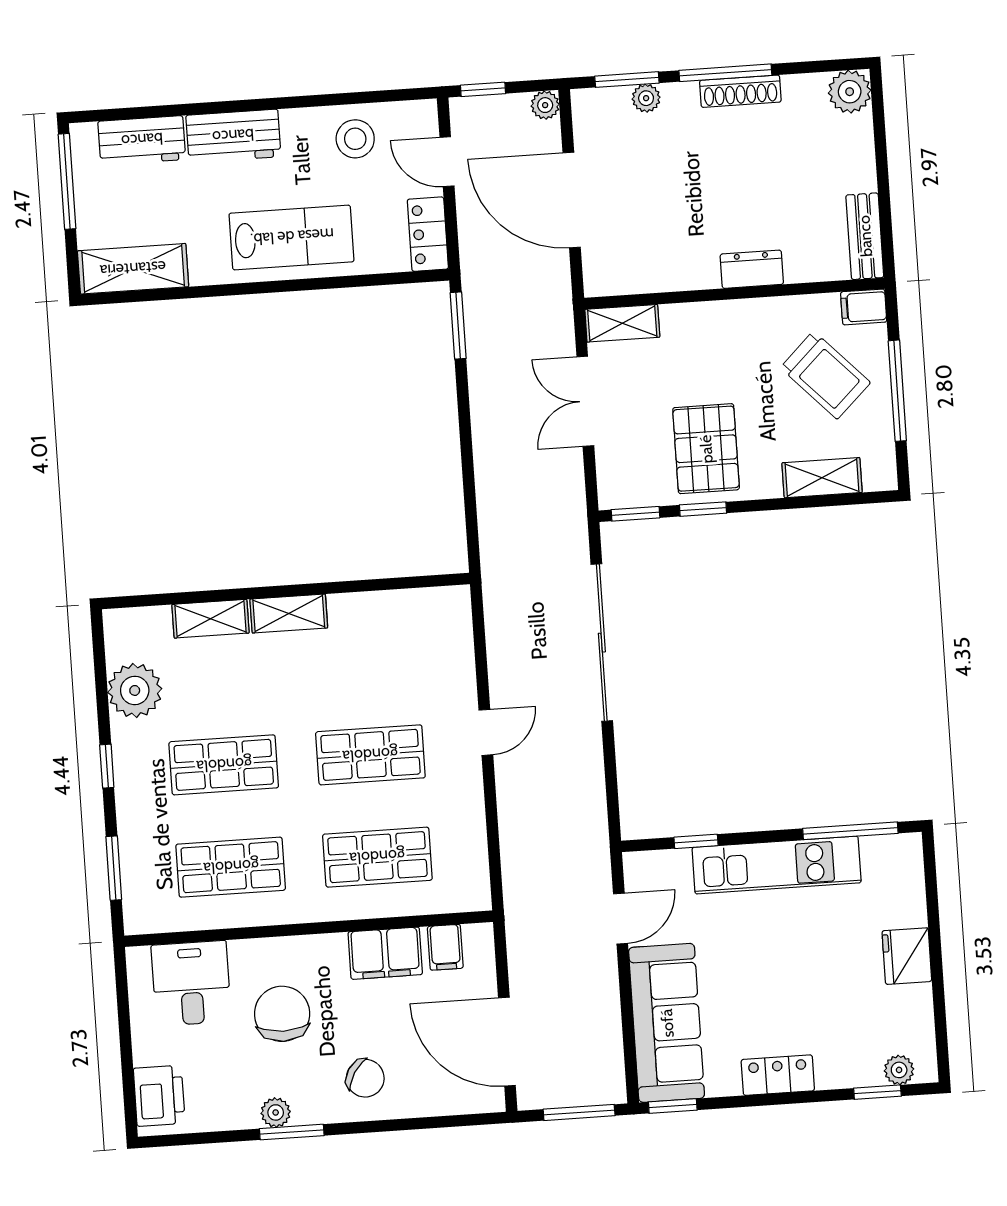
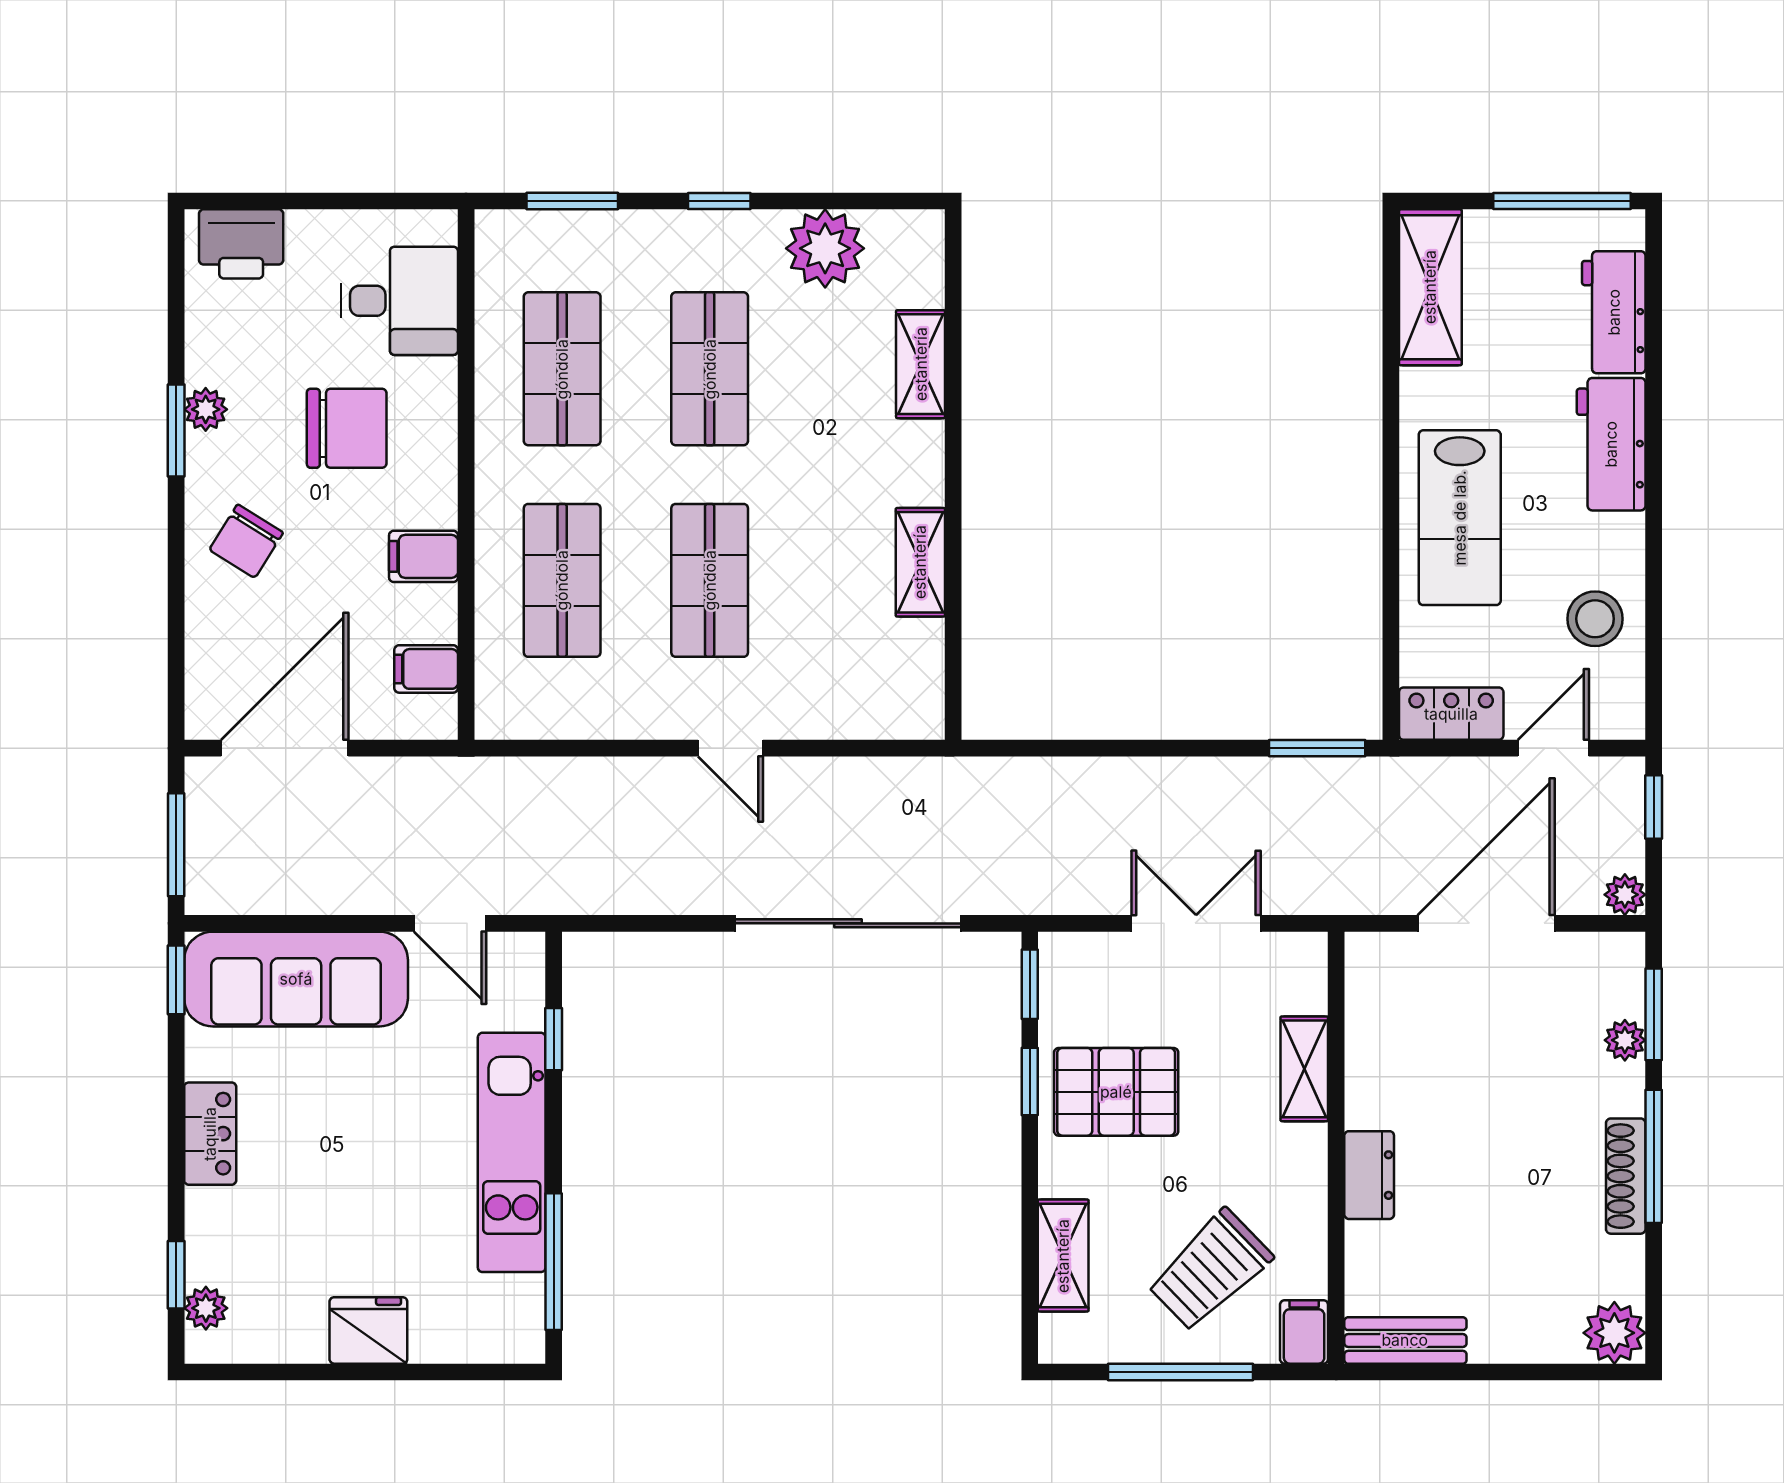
shelving: (622, 323) -> (1304, 1069), moved
shelving: (289, 614) -> (920, 562), moved
filing cabinet: (385, 953) -> (424, 556), width x0.50

